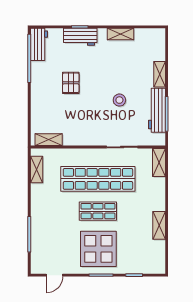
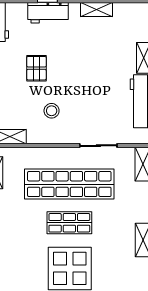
stool: (119, 100) -> (52, 111), moved

